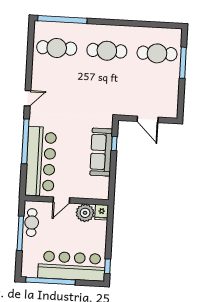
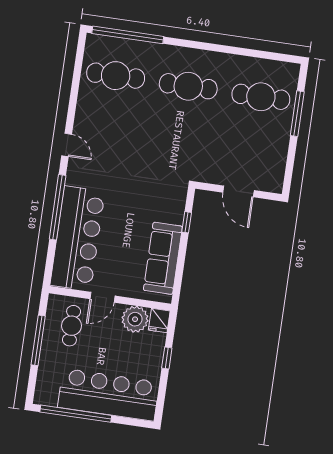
door: (28, 98) -> (67, 145), hinge flipped
sofa: (101, 152) -> (163, 258), moved
cafe table: (32, 223) -> (71, 326), moved
window: (108, 266) -> (167, 358), moved

